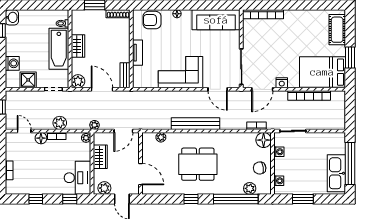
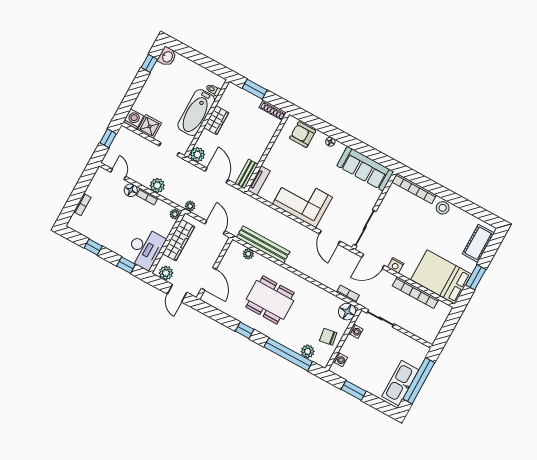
stool: (294, 17) -> (443, 208), added
tv unit: (138, 53) -> (259, 181), moved
washing machine: (12, 63) -> (133, 119), moved, turned -90
bench: (196, 124) -> (263, 245), moved
door: (123, 131) -> (215, 227), swing flipped
wardrobe: (100, 157) -> (179, 240), width x1.50

